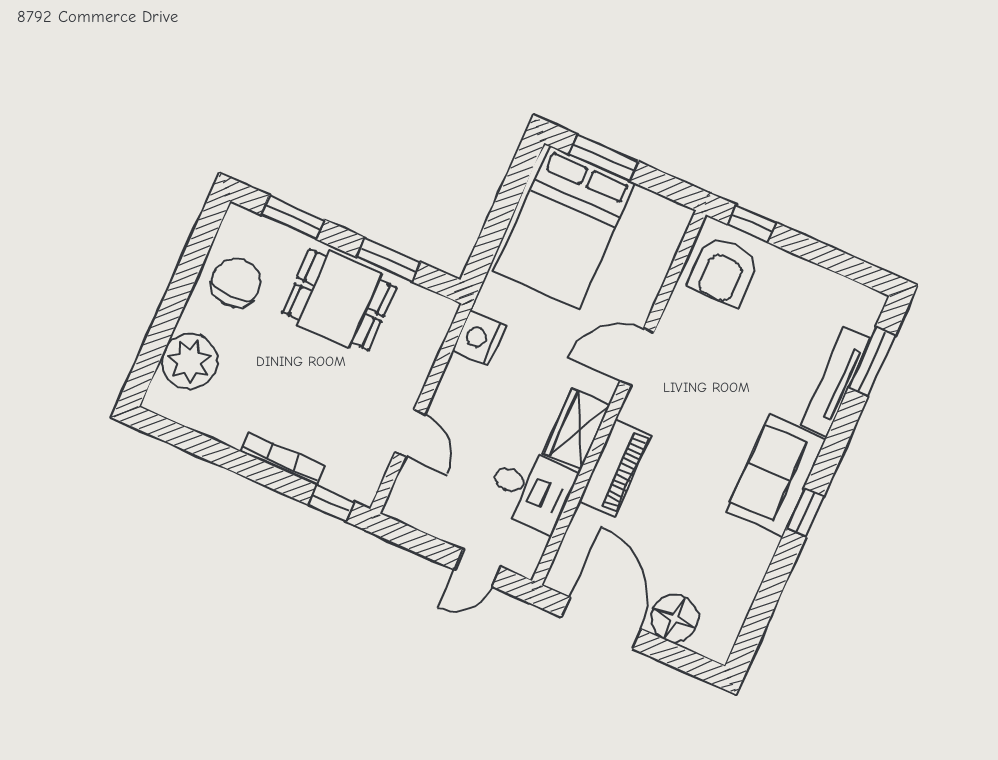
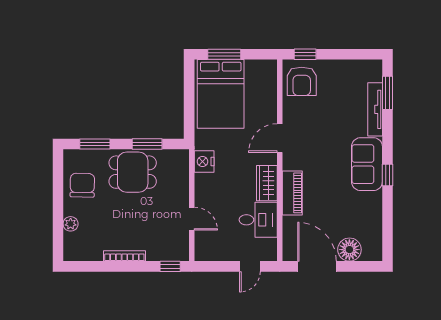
plant: (190, 361) -> (71, 224), width x0.53, depth x0.53
bookcase: (283, 459) -> (124, 256), moved

